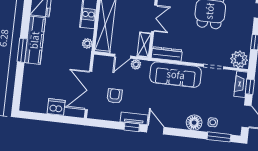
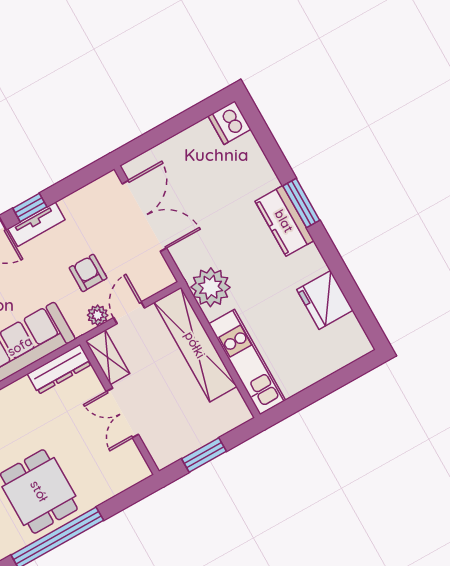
kitchen counter: (35, 40) -> (284, 221), width x0.67
plant: (87, 43) -> (211, 287), width x1.87, depth x1.87
armchair: (115, 96) -> (88, 273), moved, turned 180
dishwasher: (56, 107) -> (230, 123), moved, turned 90

